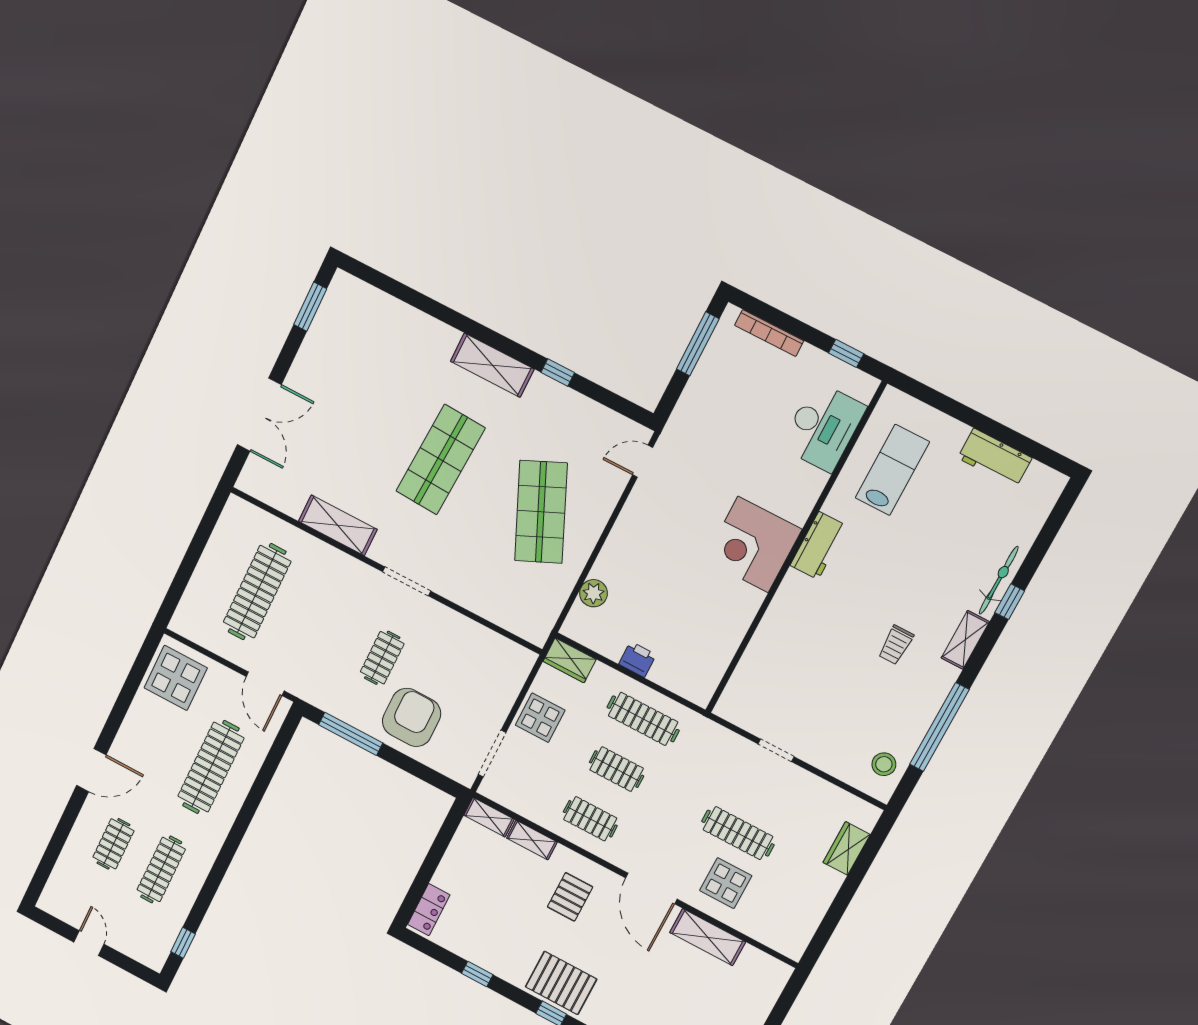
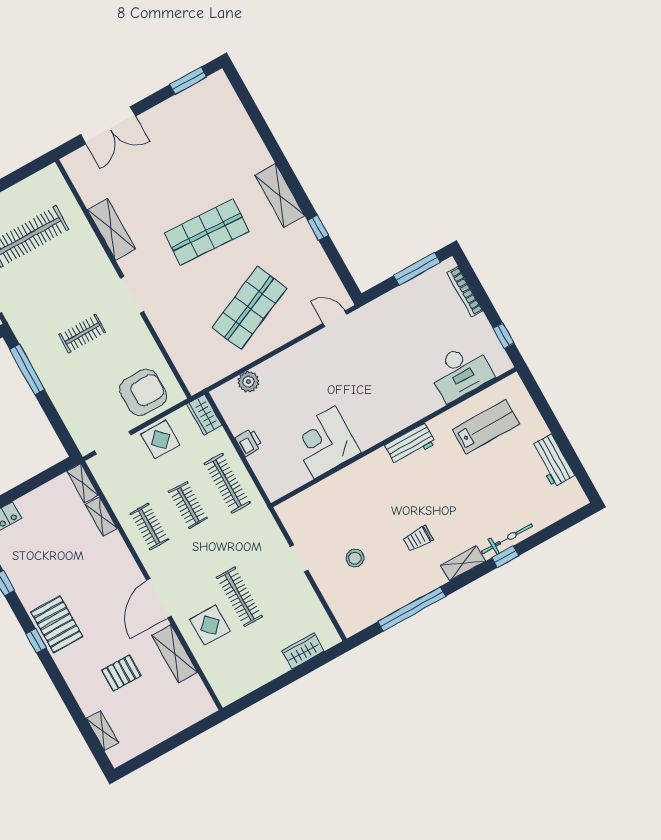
corner desk: (753, 545) -> (325, 442), moved
armchair: (412, 717) -> (143, 392), moved
stool: (884, 764) -> (355, 558), moved
pallet: (570, 897) -> (121, 673), moved

